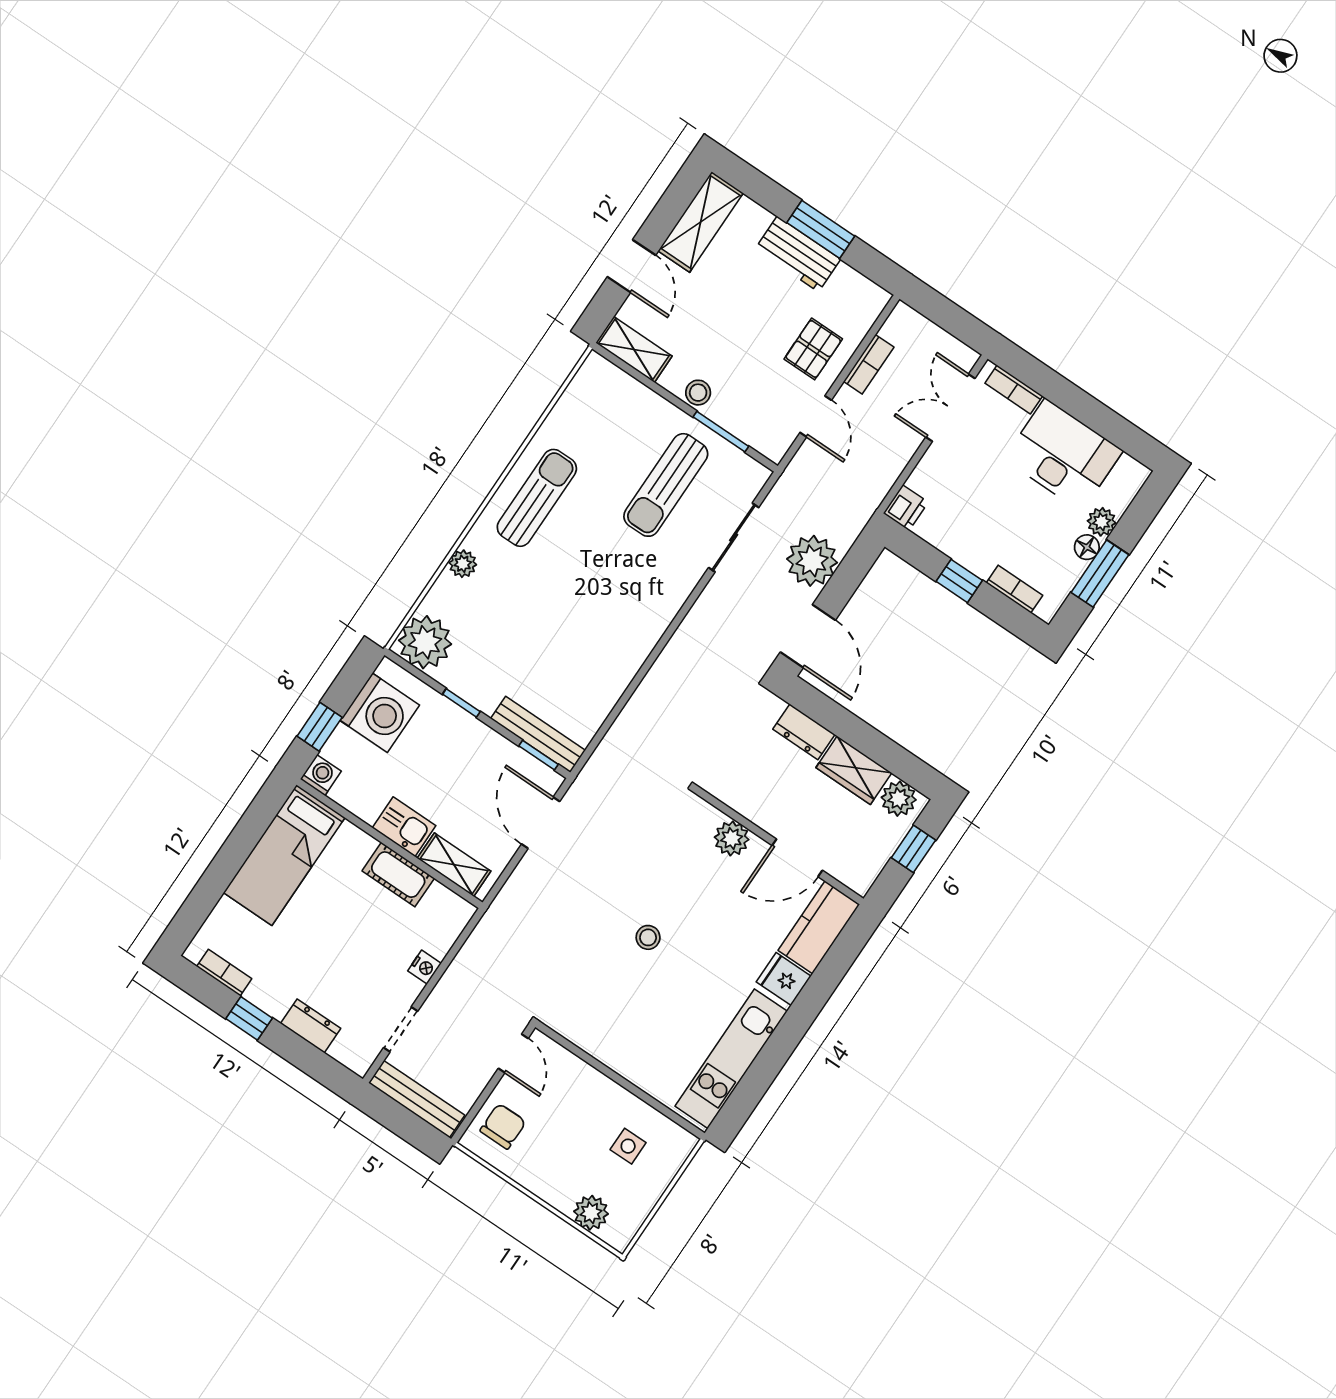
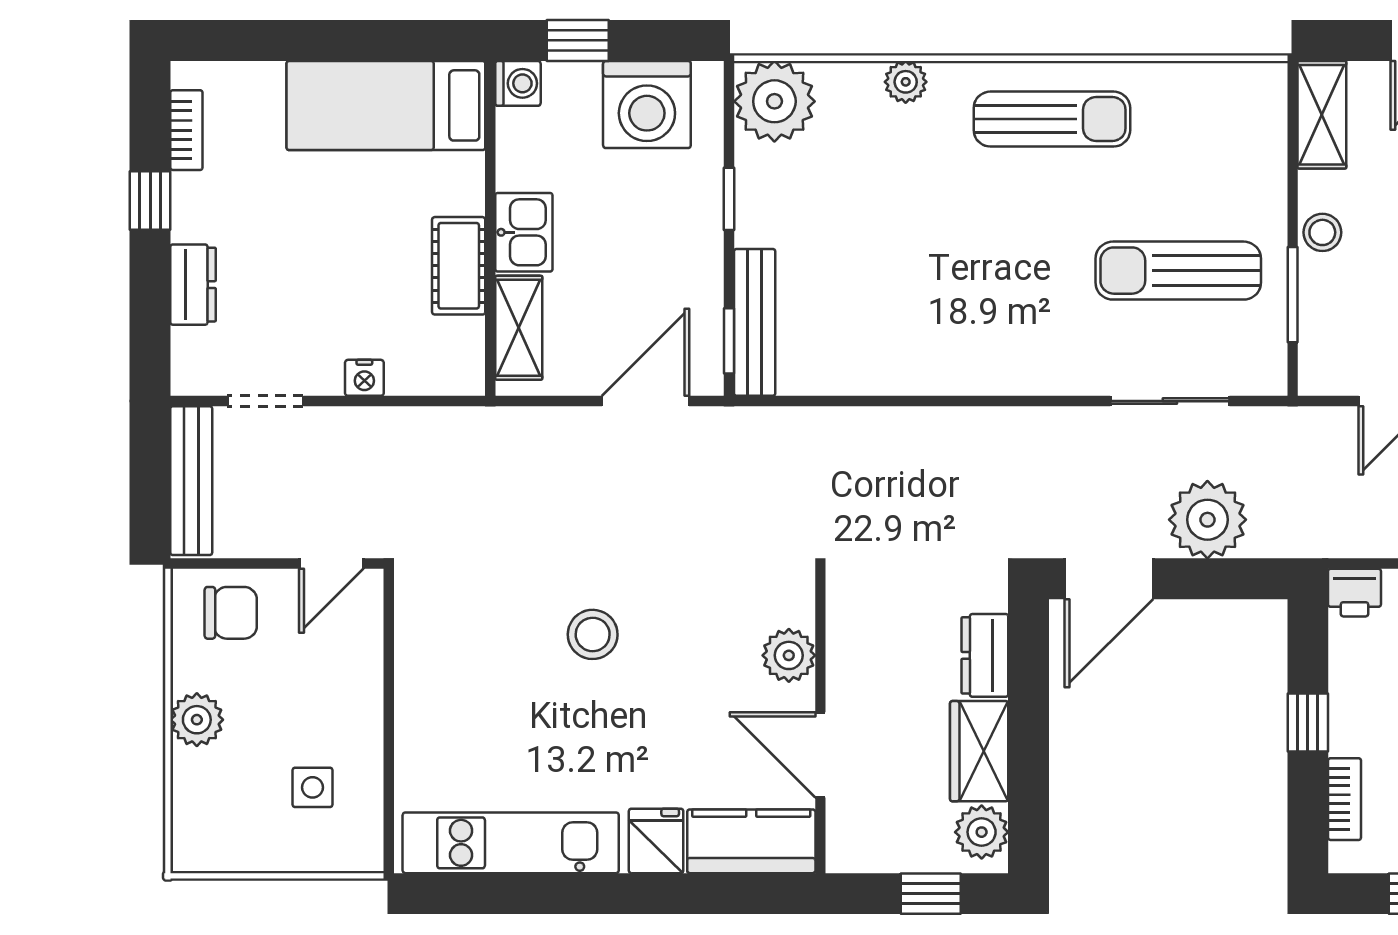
stool: (648, 937) -> (593, 634), width x1.37, depth x1.37
plant: (591, 1213) -> (197, 720), moved

